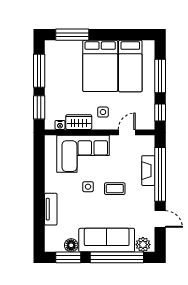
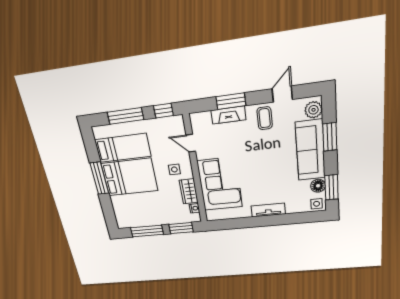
window: (72, 35) -> (99, 178), moved
window: (160, 174) -> (231, 101), width x0.47
side table: (88, 187) -> (317, 204), moved
coffee table: (115, 189) -> (265, 118), moved
tv unit: (51, 209) -> (268, 210), moved
window: (117, 257) -> (330, 137), width x0.47

